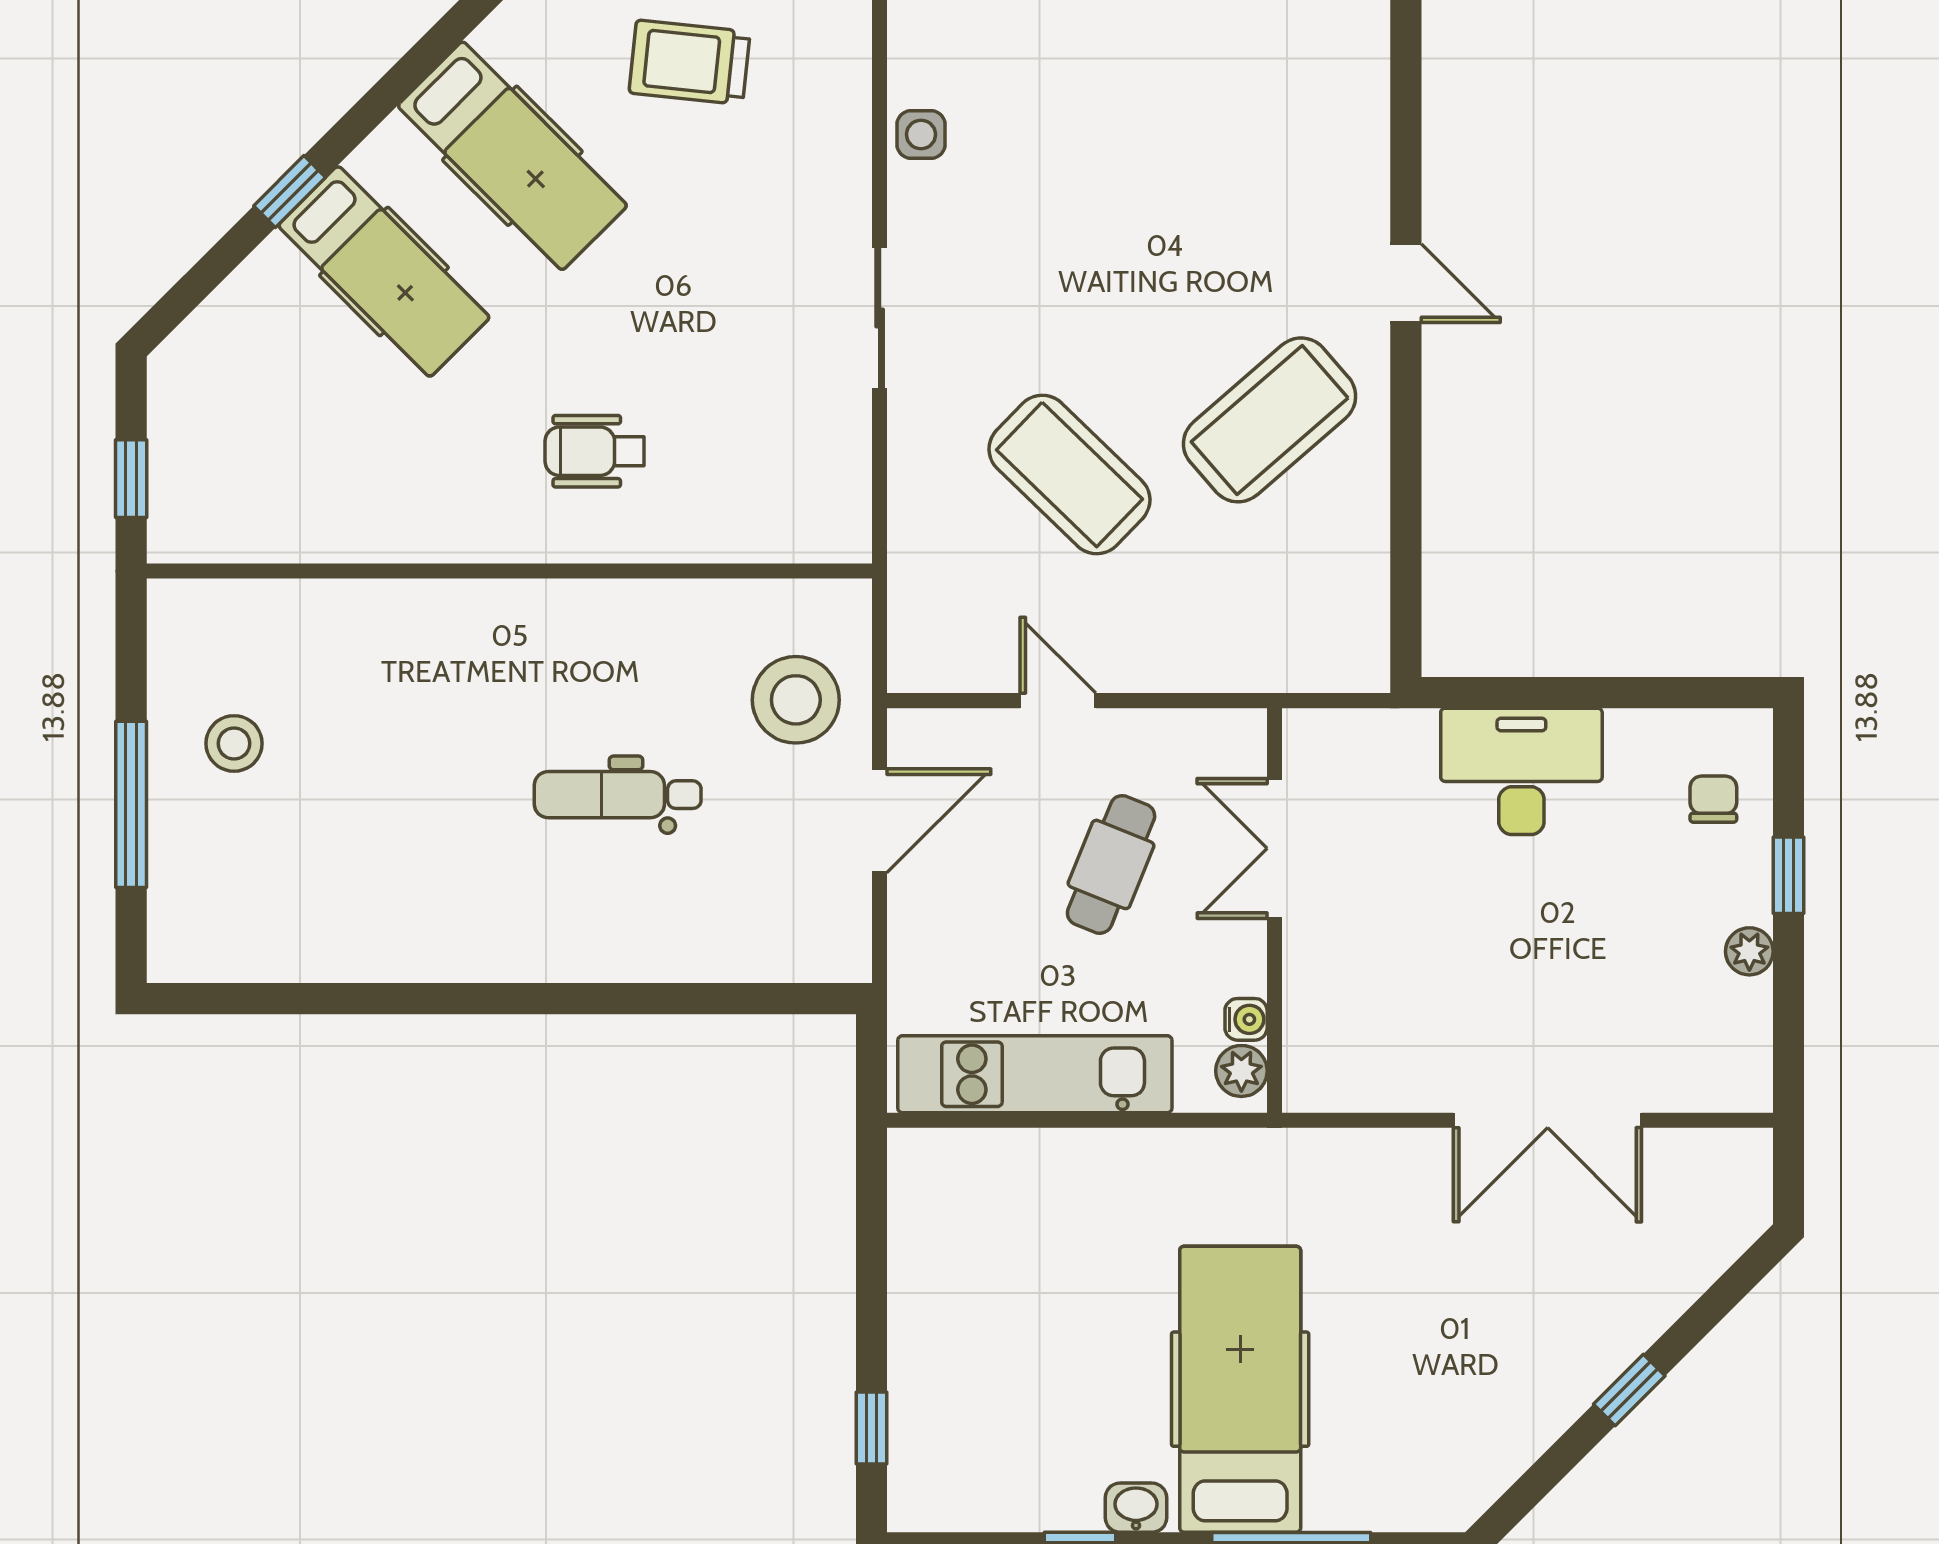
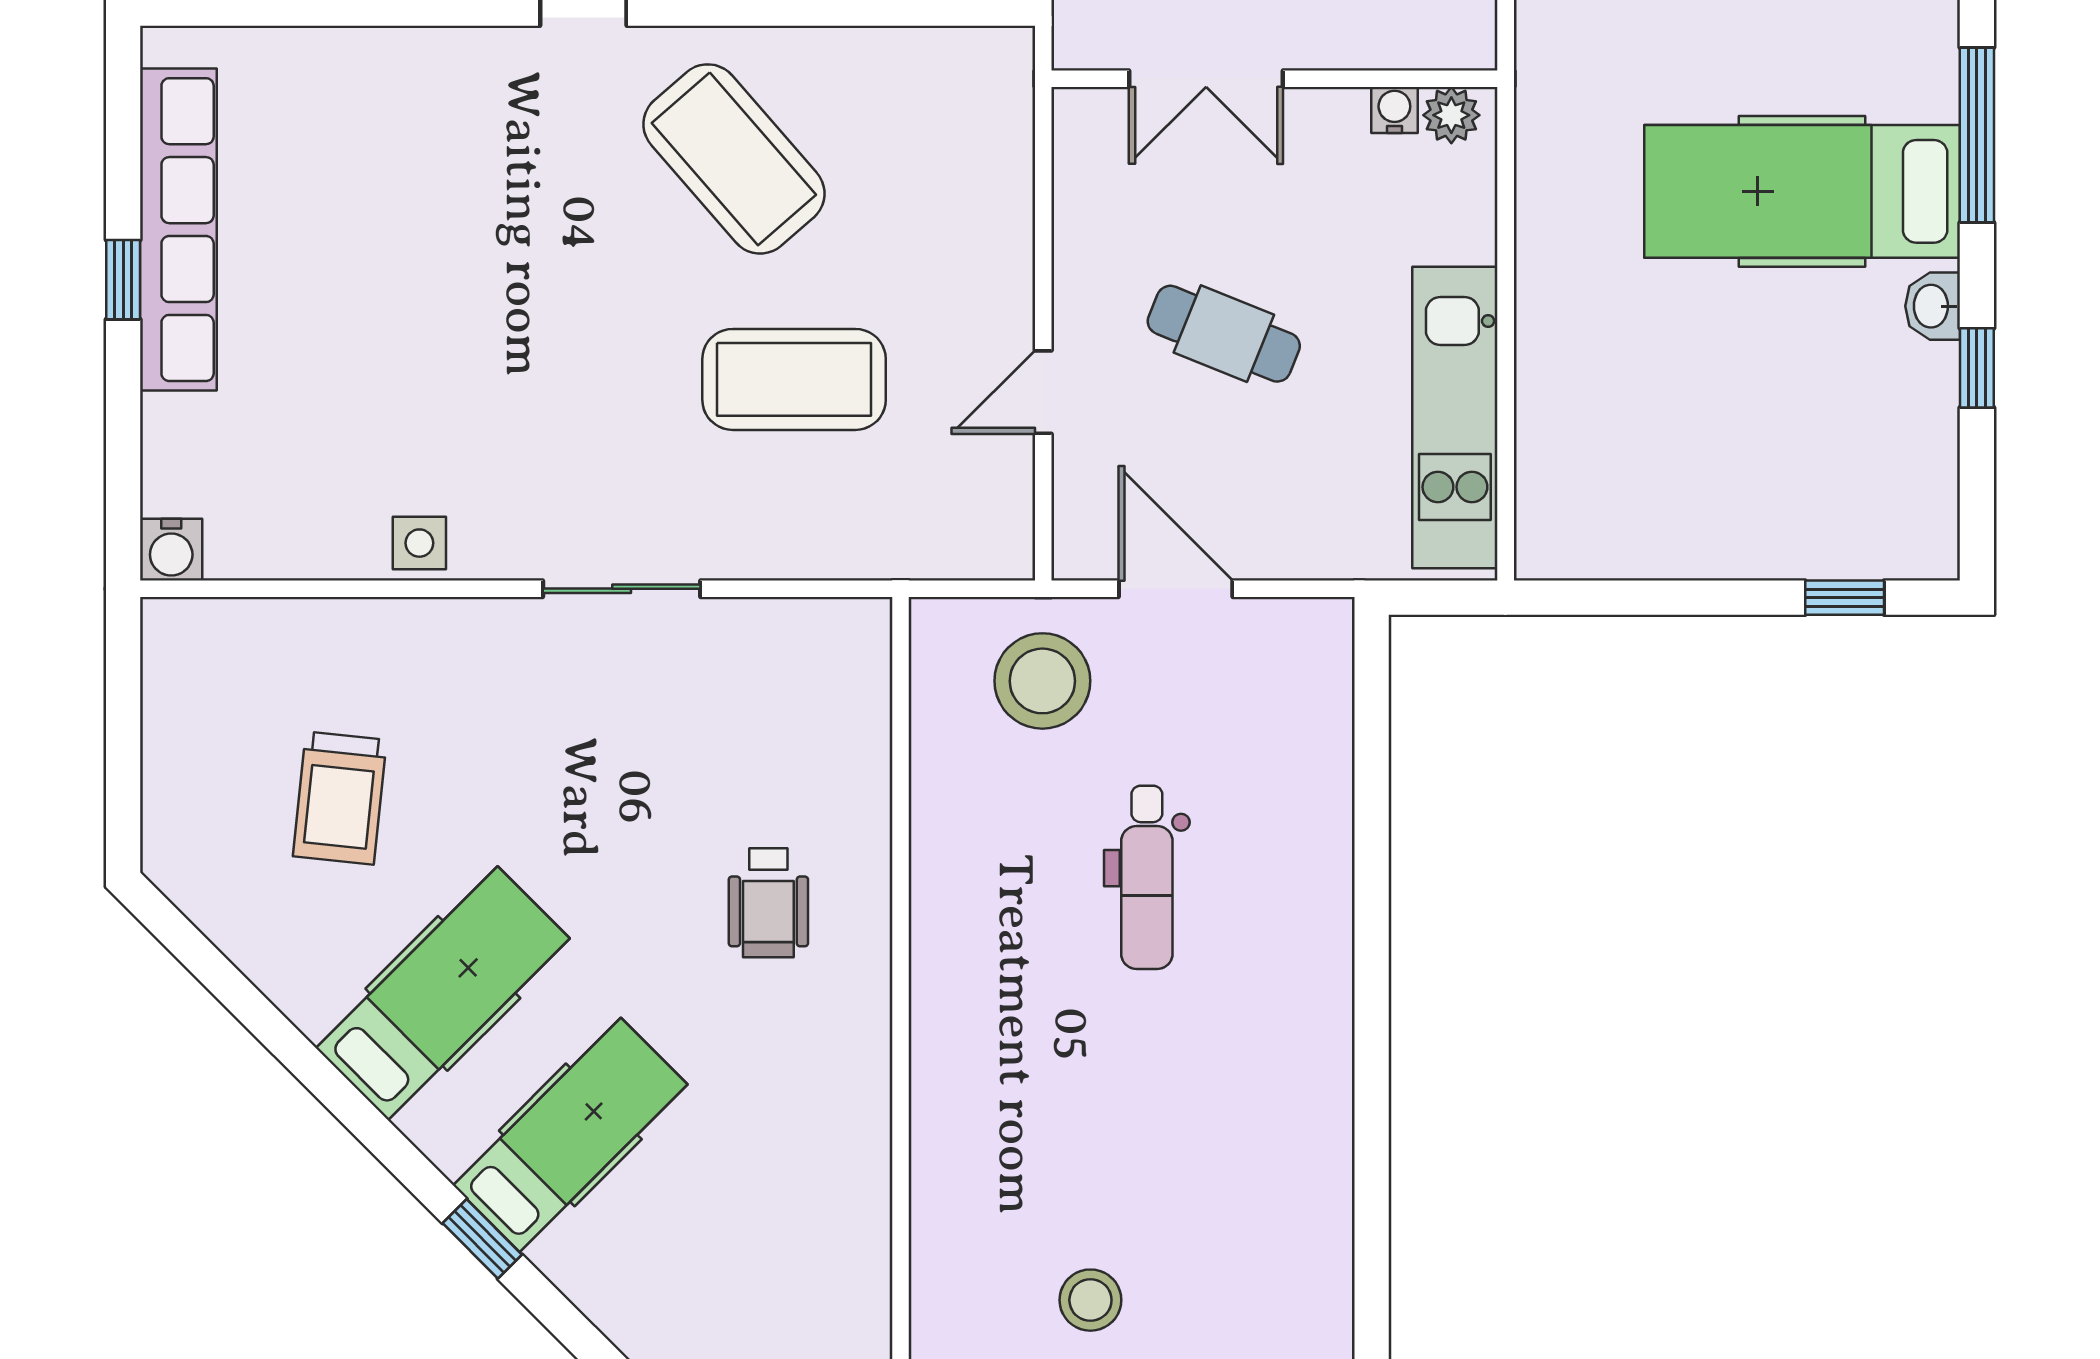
coffee table: (1069, 474) -> (794, 379), turned 46
double door: (1274, 848) -> (1206, 79), moved
wall: (1274, 910) -> (1274, 79), moved
water cooler: (1246, 1019) -> (1394, 110), moved
plant: (1241, 1071) -> (1451, 115), moved

